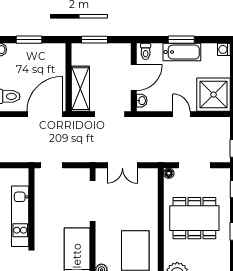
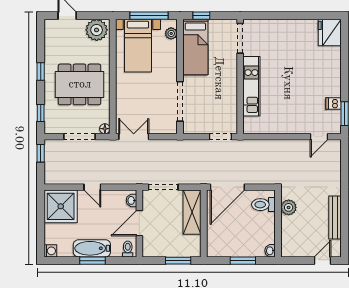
double door: (122, 165) -> (134, 137), moved

